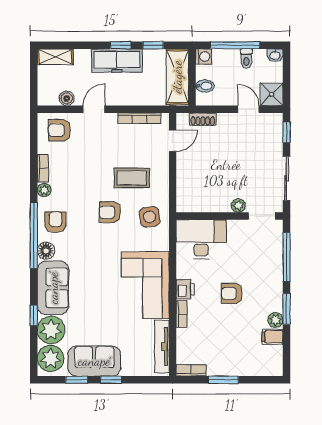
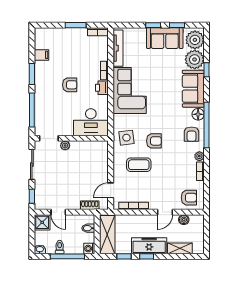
shelving: (55, 57) -> (180, 248), moved
plant: (275, 320) -> (39, 66), removed

